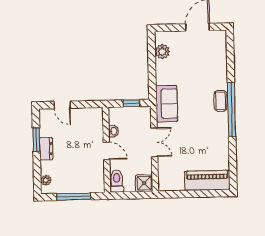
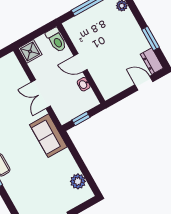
dresser: (46, 149) -> (152, 61), moved

